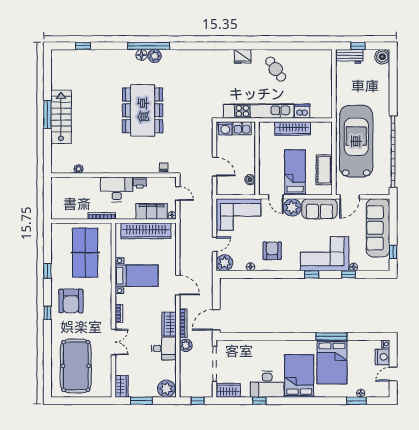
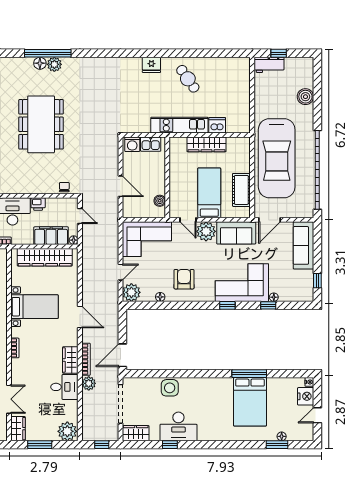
boiler: (382, 57) -> (305, 97), moved
kitchen unit: (259, 111) -> (179, 125), width x0.73
car: (356, 141) -> (277, 158), turned 180
sofa: (378, 228) -> (303, 245), width x0.74, depth x0.79
double door: (113, 342) -> (9, 399), moved
side table: (259, 349) -> (170, 388), added
bed: (299, 376) -> (214, 417), removed

